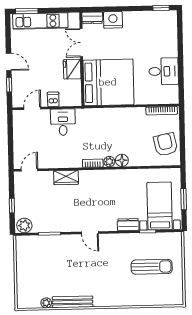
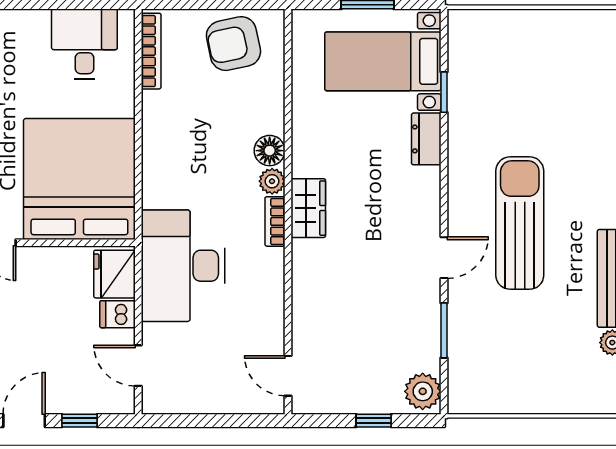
fridge: (72, 69) -> (114, 274), moved, turned 90
desk: (164, 71) -> (84, 44), moved
desk: (63, 122) -> (183, 266), width x1.87, depth x1.30
wardrobe: (66, 177) -> (308, 208), moved
door: (90, 233) -> (444, 258), moved
sun lounger: (152, 267) -> (520, 223), moved, width x1.36, depth x1.34

